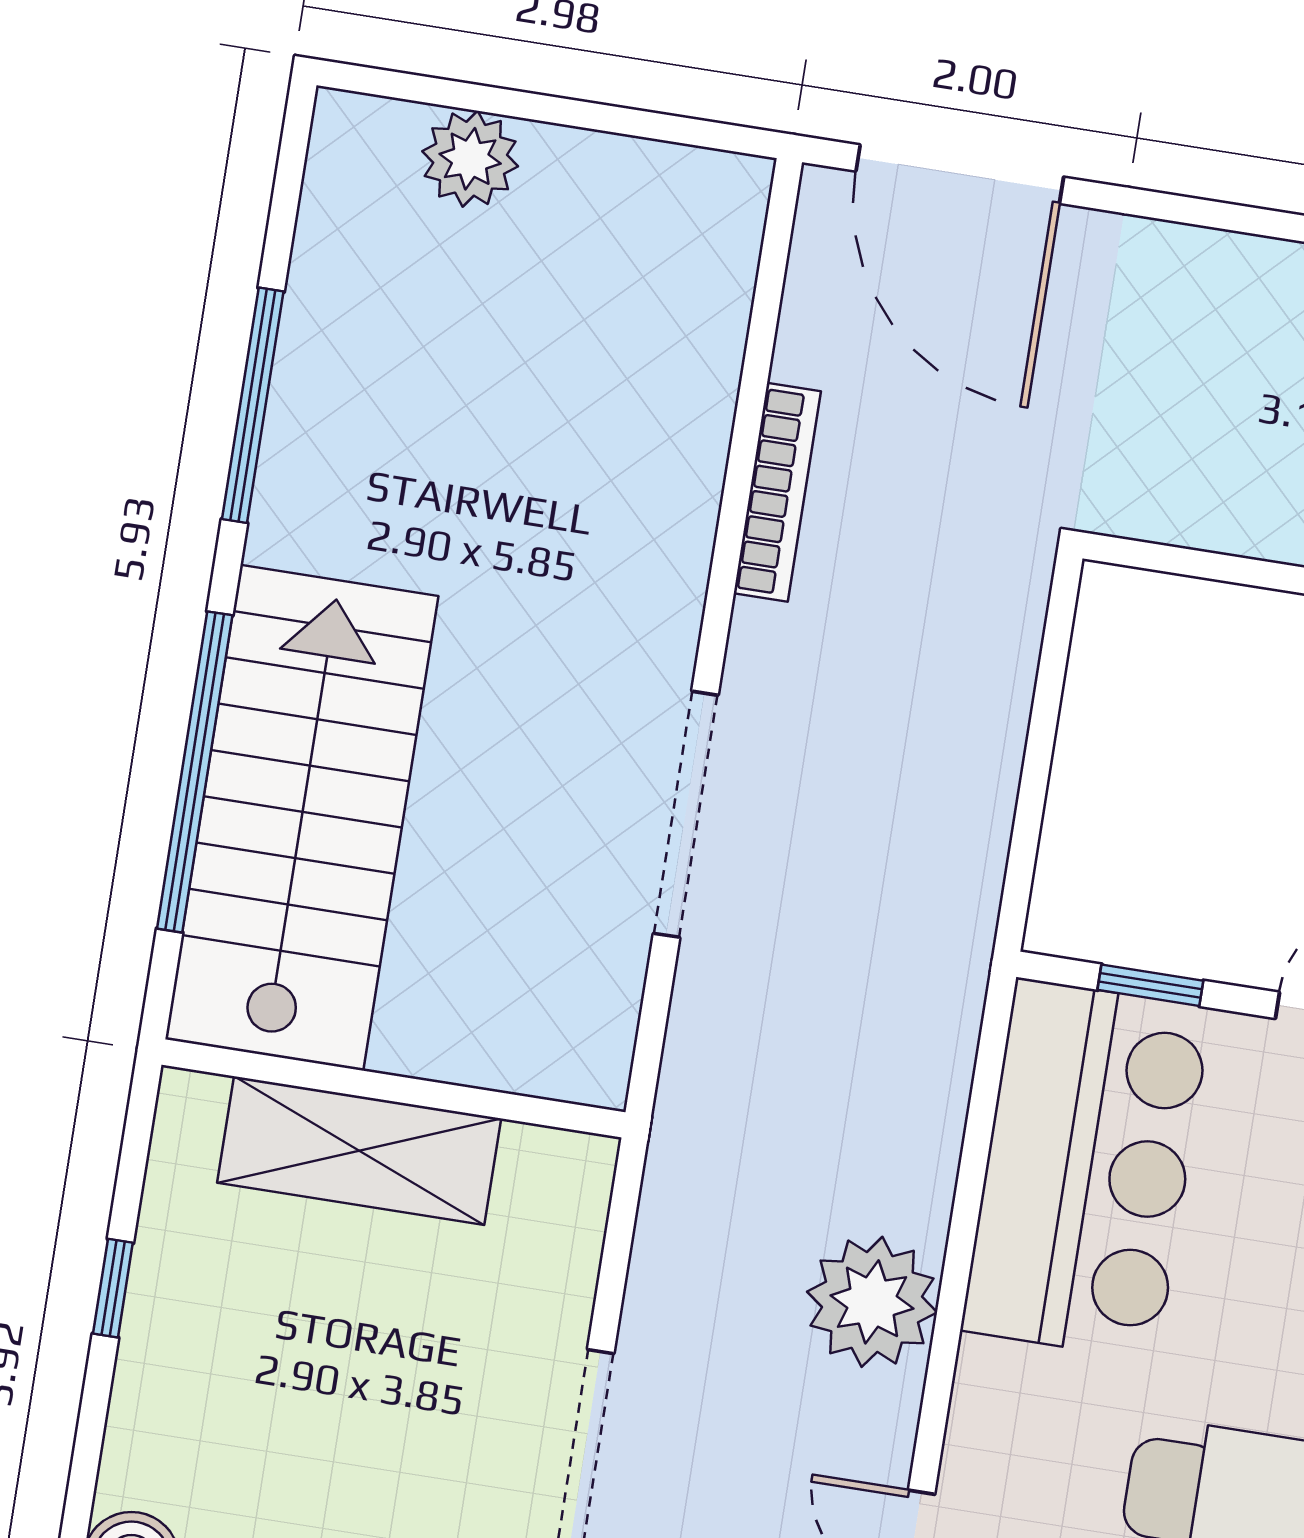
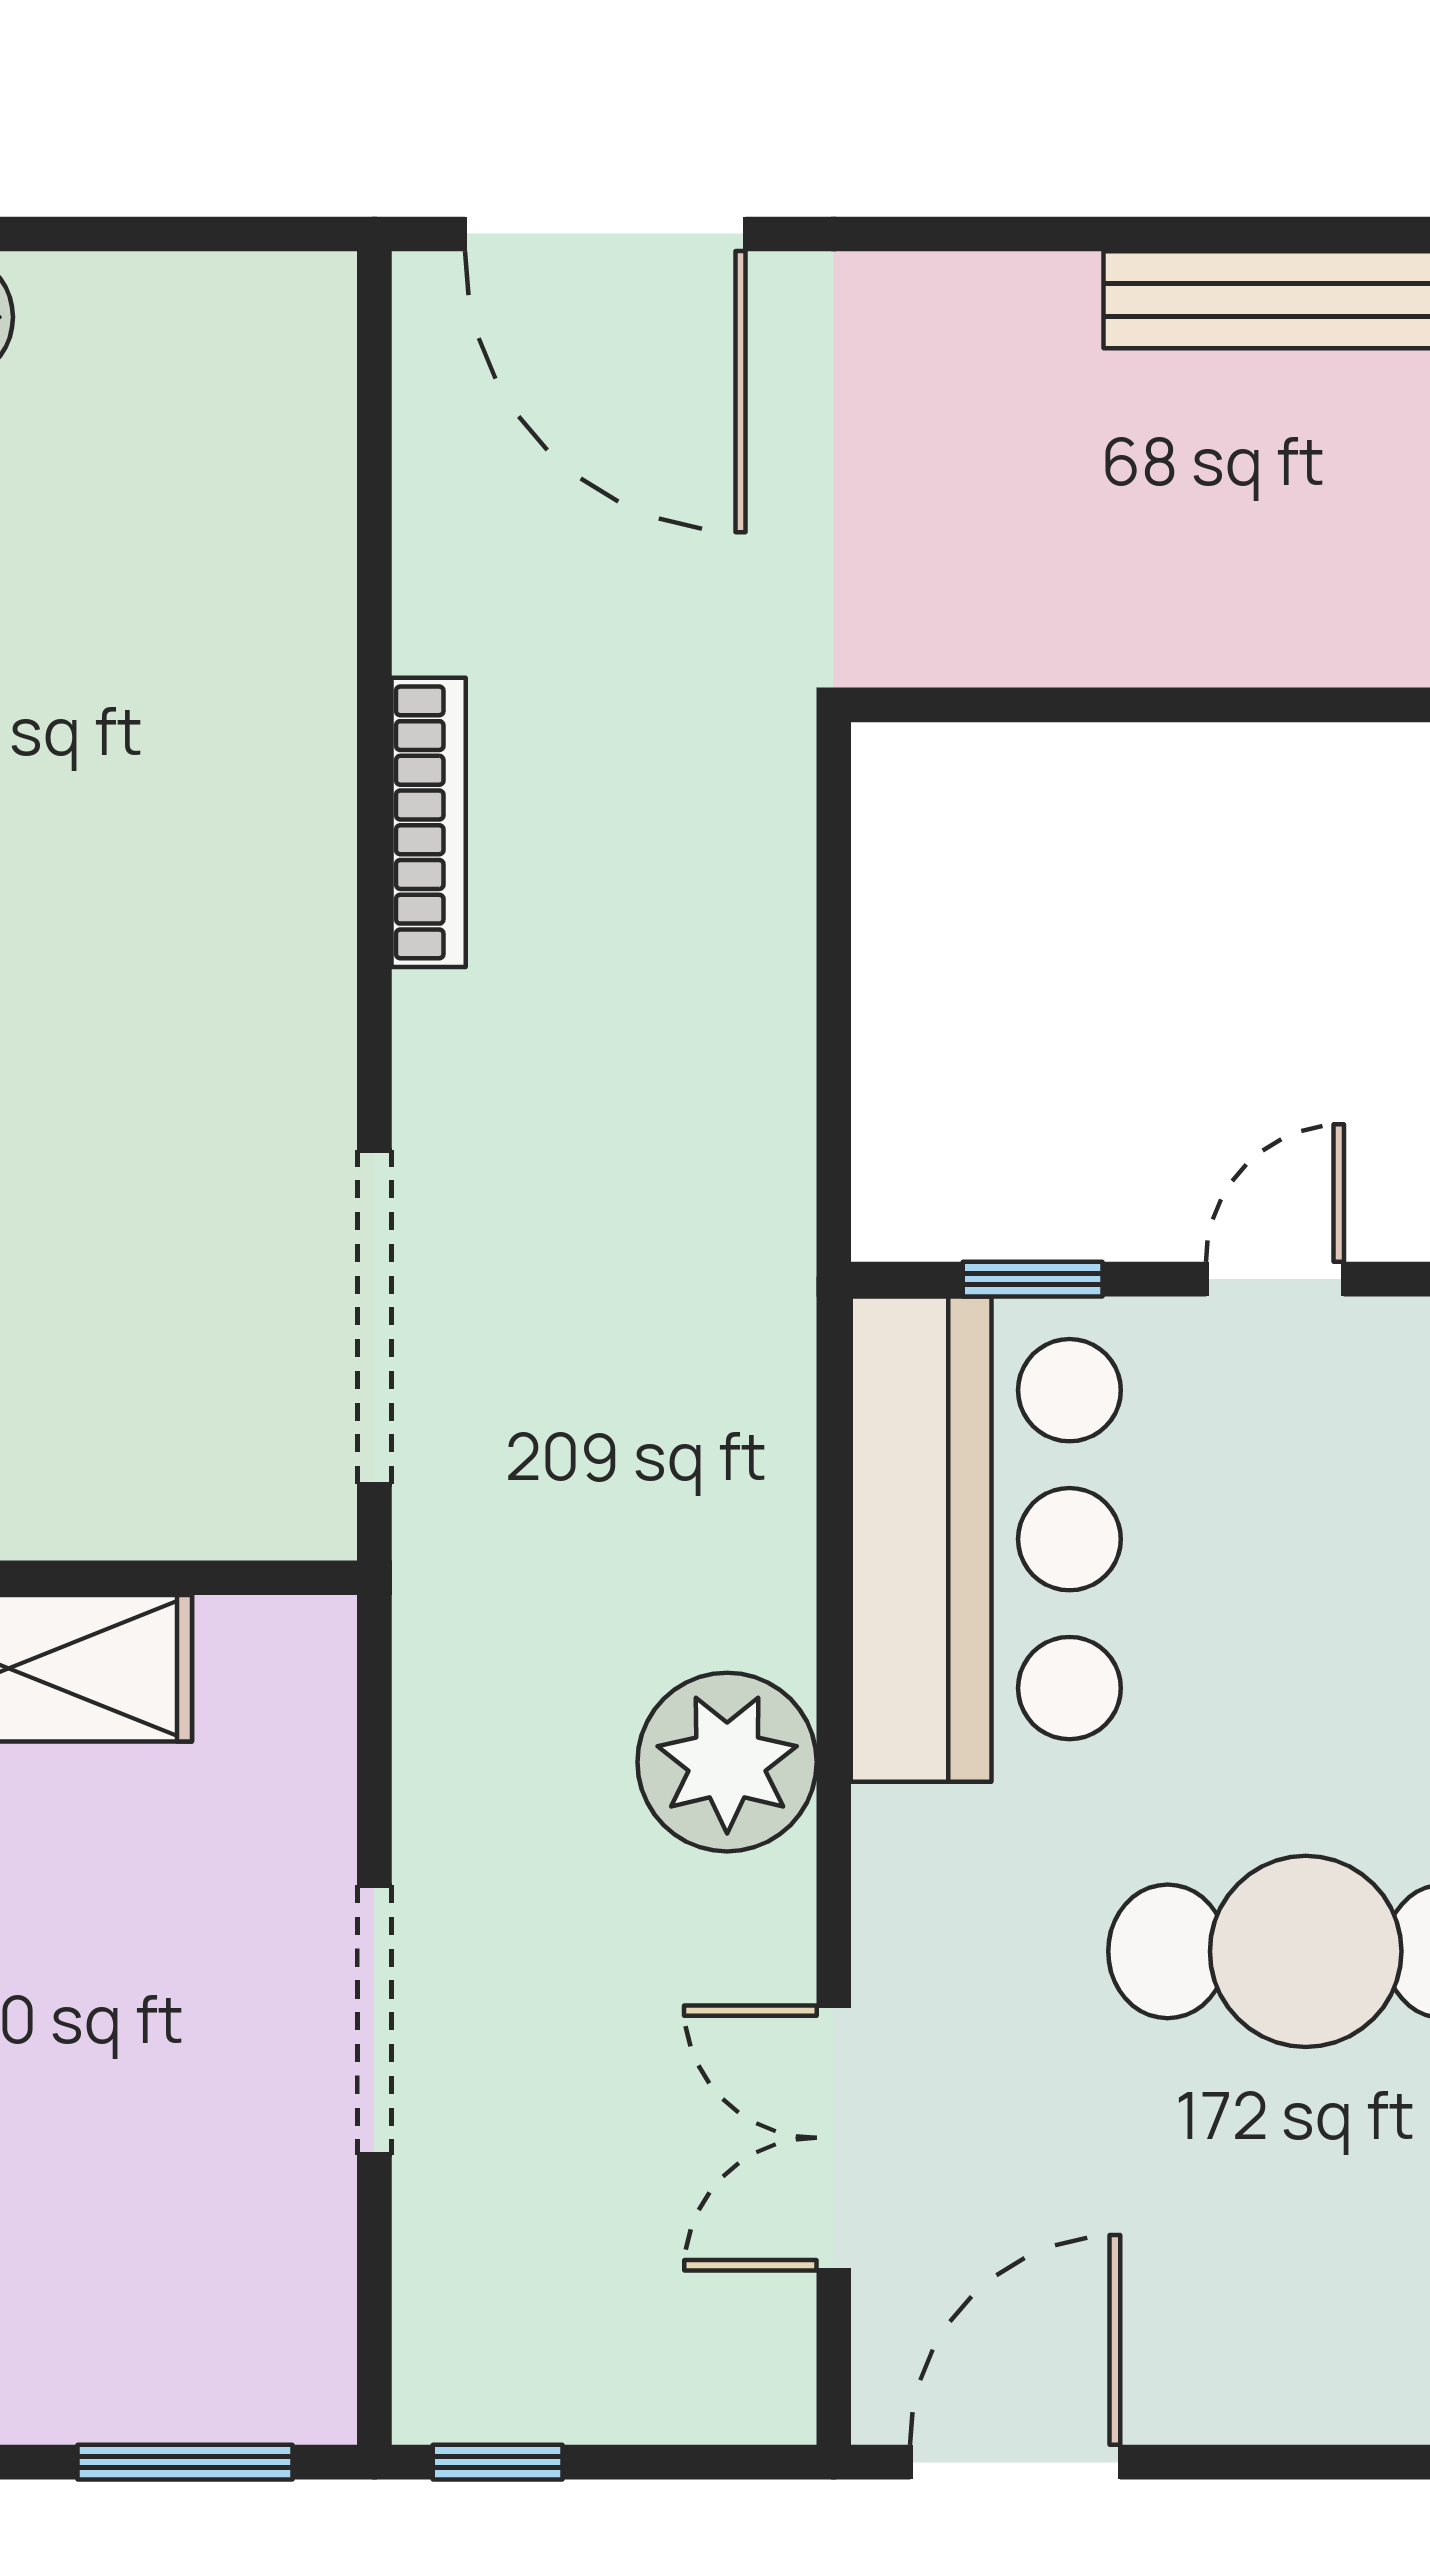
bookcase: (777, 492) -> (429, 822), moved
doorway: (686, 814) -> (374, 1317), moved

